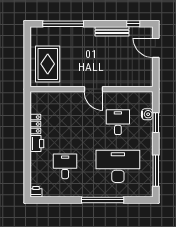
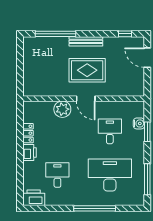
bench: (112, 31) -> (86, 41), moved
rug: (48, 64) -> (87, 70), moved, turned 90
plant: (70, 100) -> (62, 109), added
printer: (36, 192) -> (34, 198), width x1.87, depth x1.48

